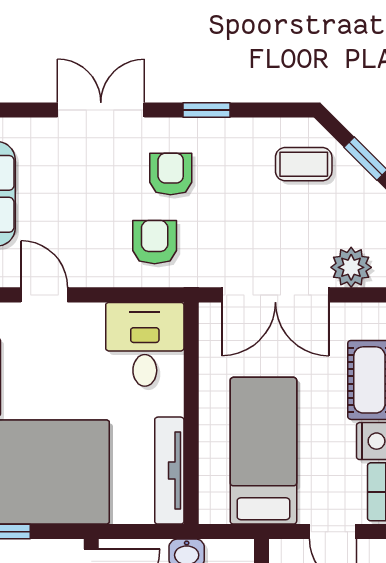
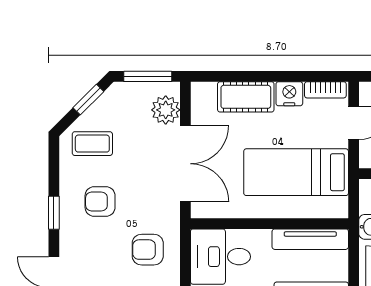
coffee table: (304, 164) -> (92, 144), turned 90
armchair: (171, 174) -> (100, 202), moved

